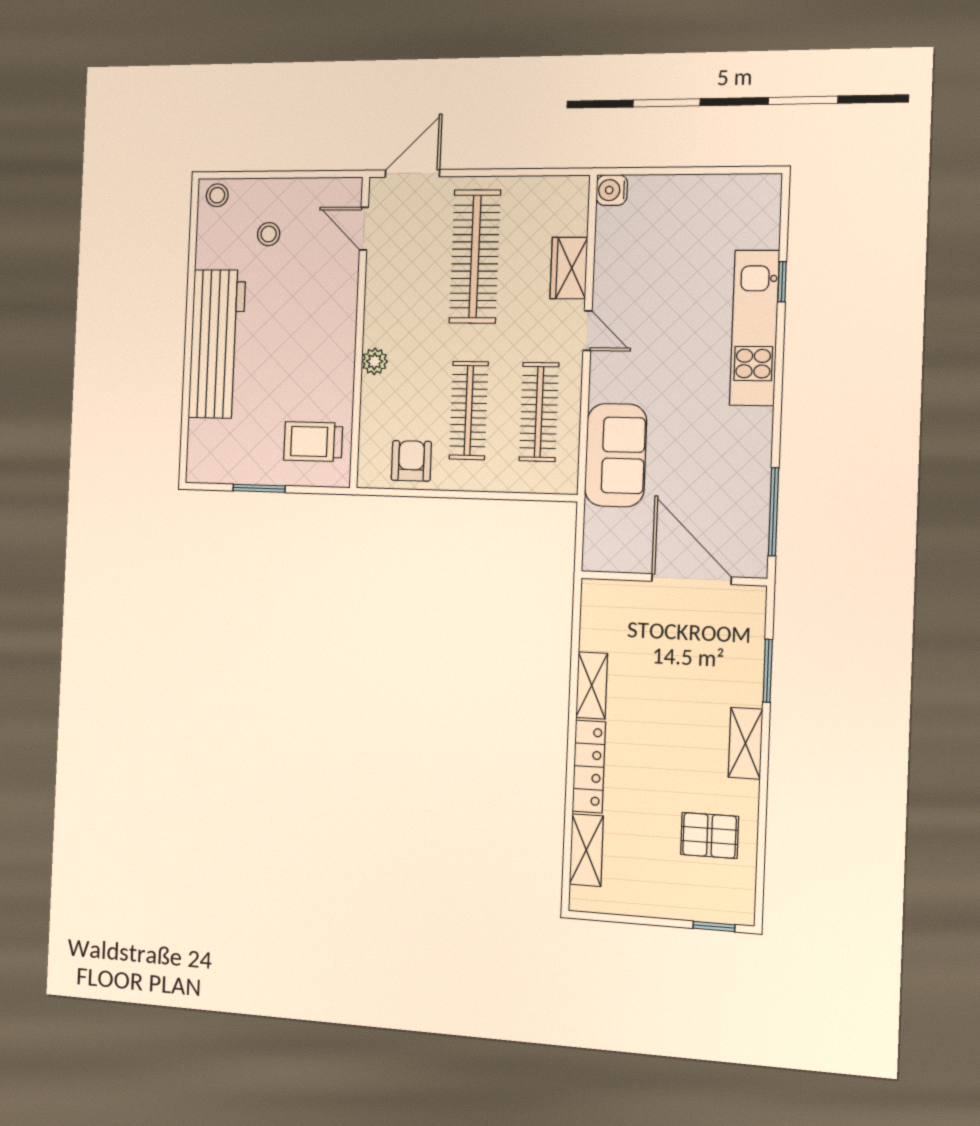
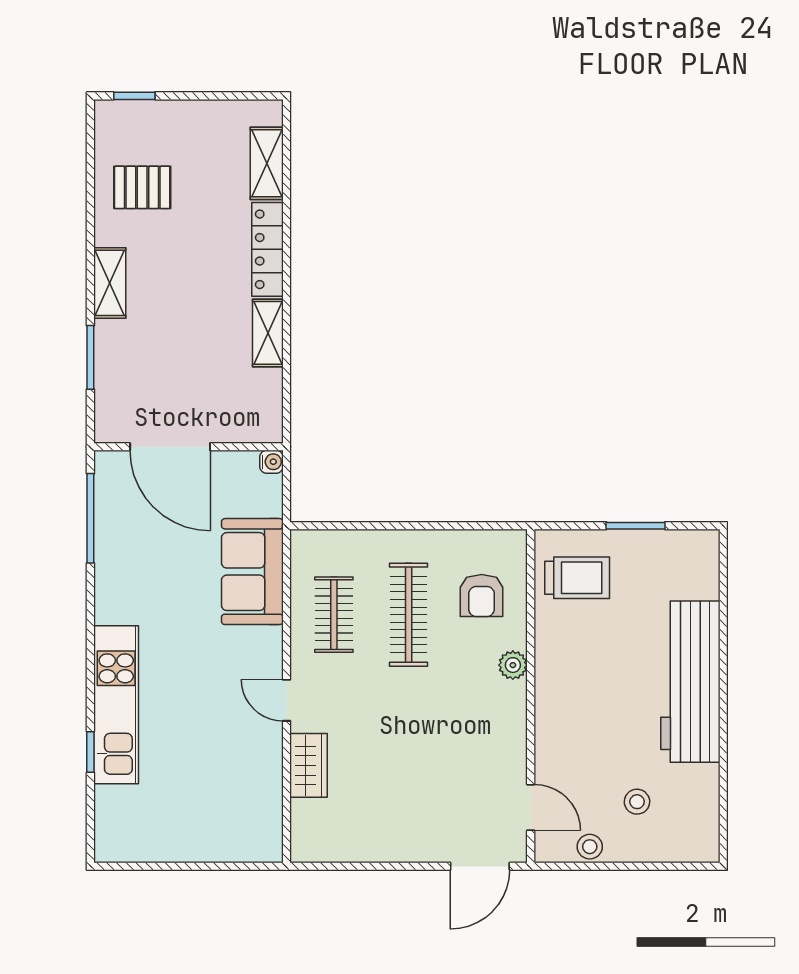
water cooler: (612, 190) -> (271, 462), moved, width x0.72, depth x0.72
stool: (217, 195) -> (590, 847), moved
clothes rail: (475, 257) -> (409, 777), removed
clothes rail: (539, 412) -> (334, 615), width x0.73
armchair: (411, 461) -> (482, 596), moved

